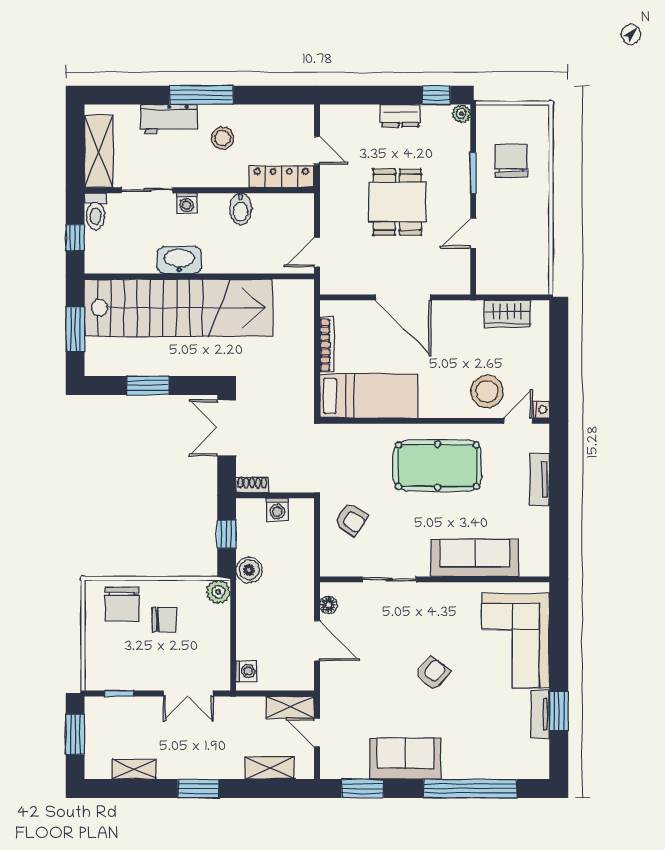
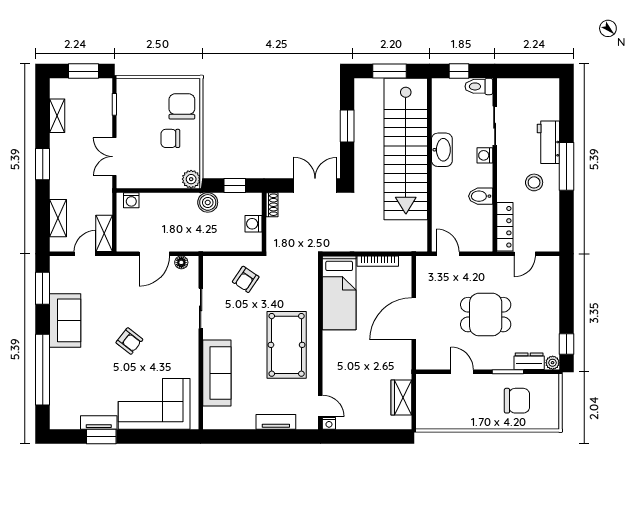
dresser: (400, 116) -> (529, 361), moved, turned 90
shelving: (99, 151) -> (524, 89), removed
stool: (487, 392) -> (343, 382), removed
chair: (122, 604) -> (182, 106), turned 90
chair: (164, 619) -> (170, 138), turned 90

